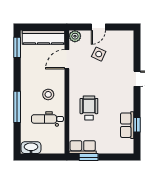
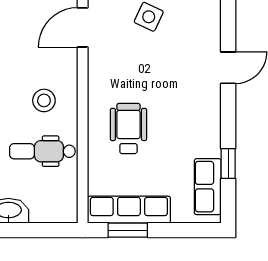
row of seats: (127, 125) -> (208, 187), moved
row of seats: (83, 147) -> (129, 210), width x1.48

